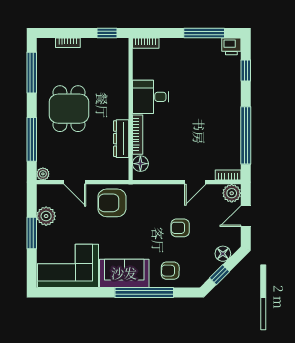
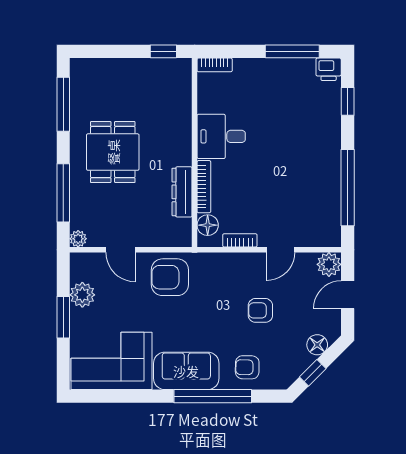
bookcase: (68, 43) -> (111, 64), removed
bookcase: (228, 175) -> (240, 240), moved

